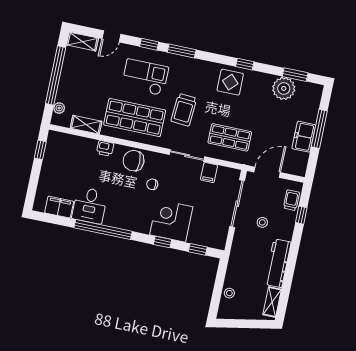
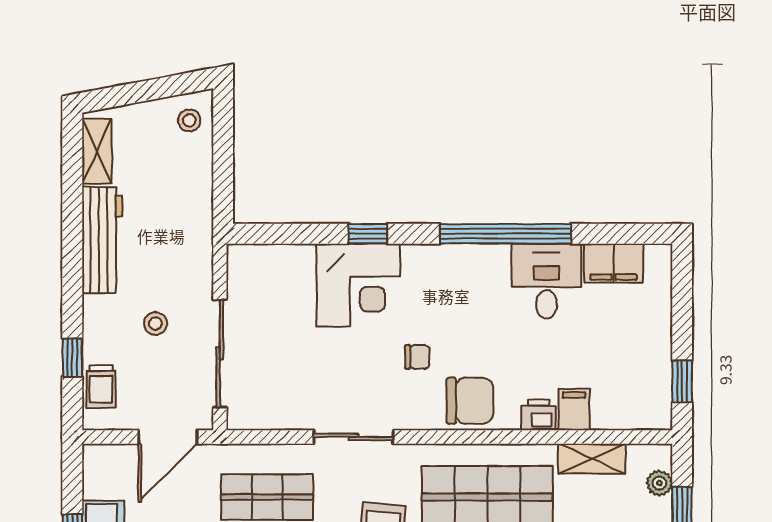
filing cabinet: (209, 172) -> (574, 410), moved
window: (198, 249) -> (286, 234), removed
stool: (229, 293) -> (189, 120), moved

